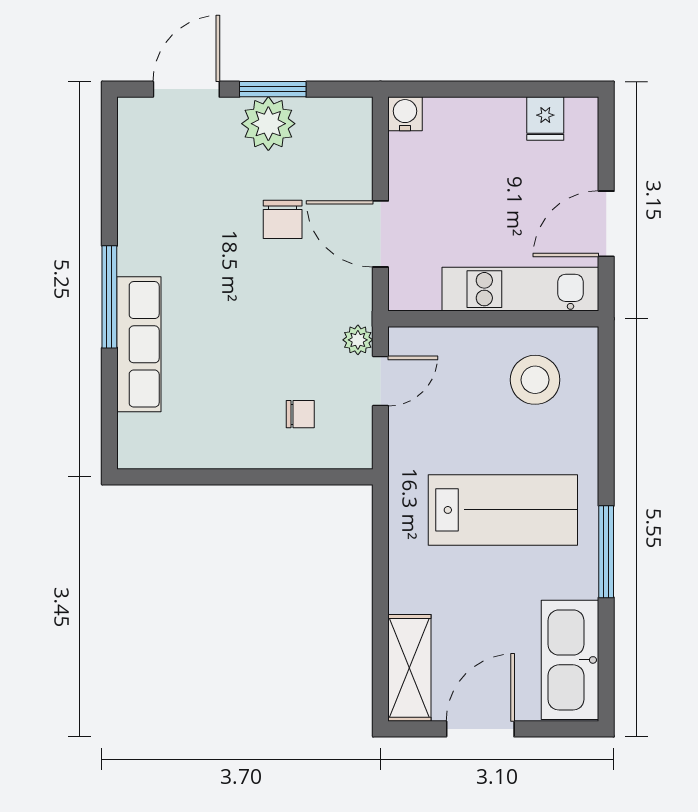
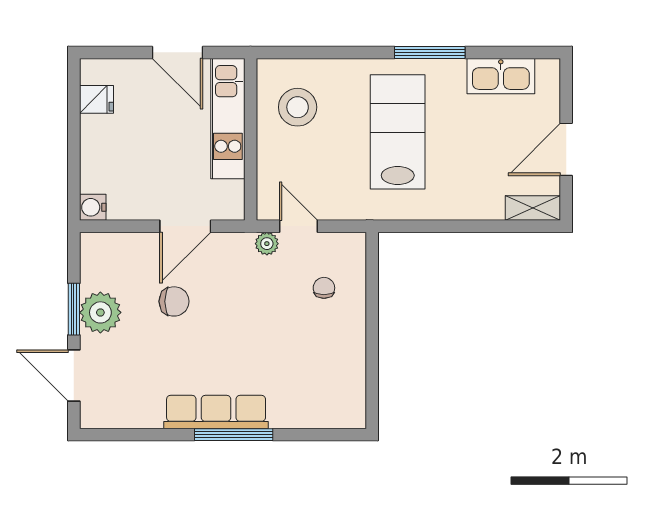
row of seats: (139, 344) -> (216, 412), moved
kitchen sink: (570, 660) -> (501, 76), width x0.73, depth x0.81
shelving: (409, 668) -> (533, 208), width x0.67, depth x0.75
door: (480, 729) -> (566, 149), hinge flipped

